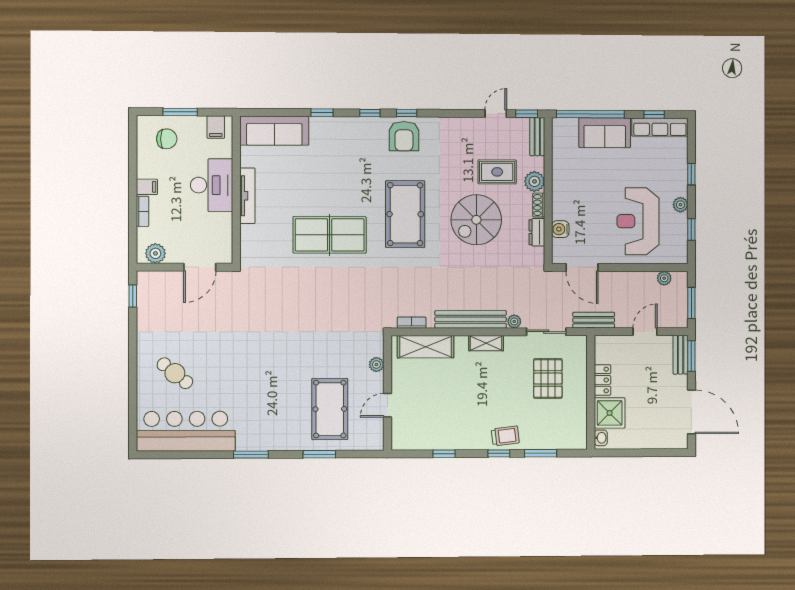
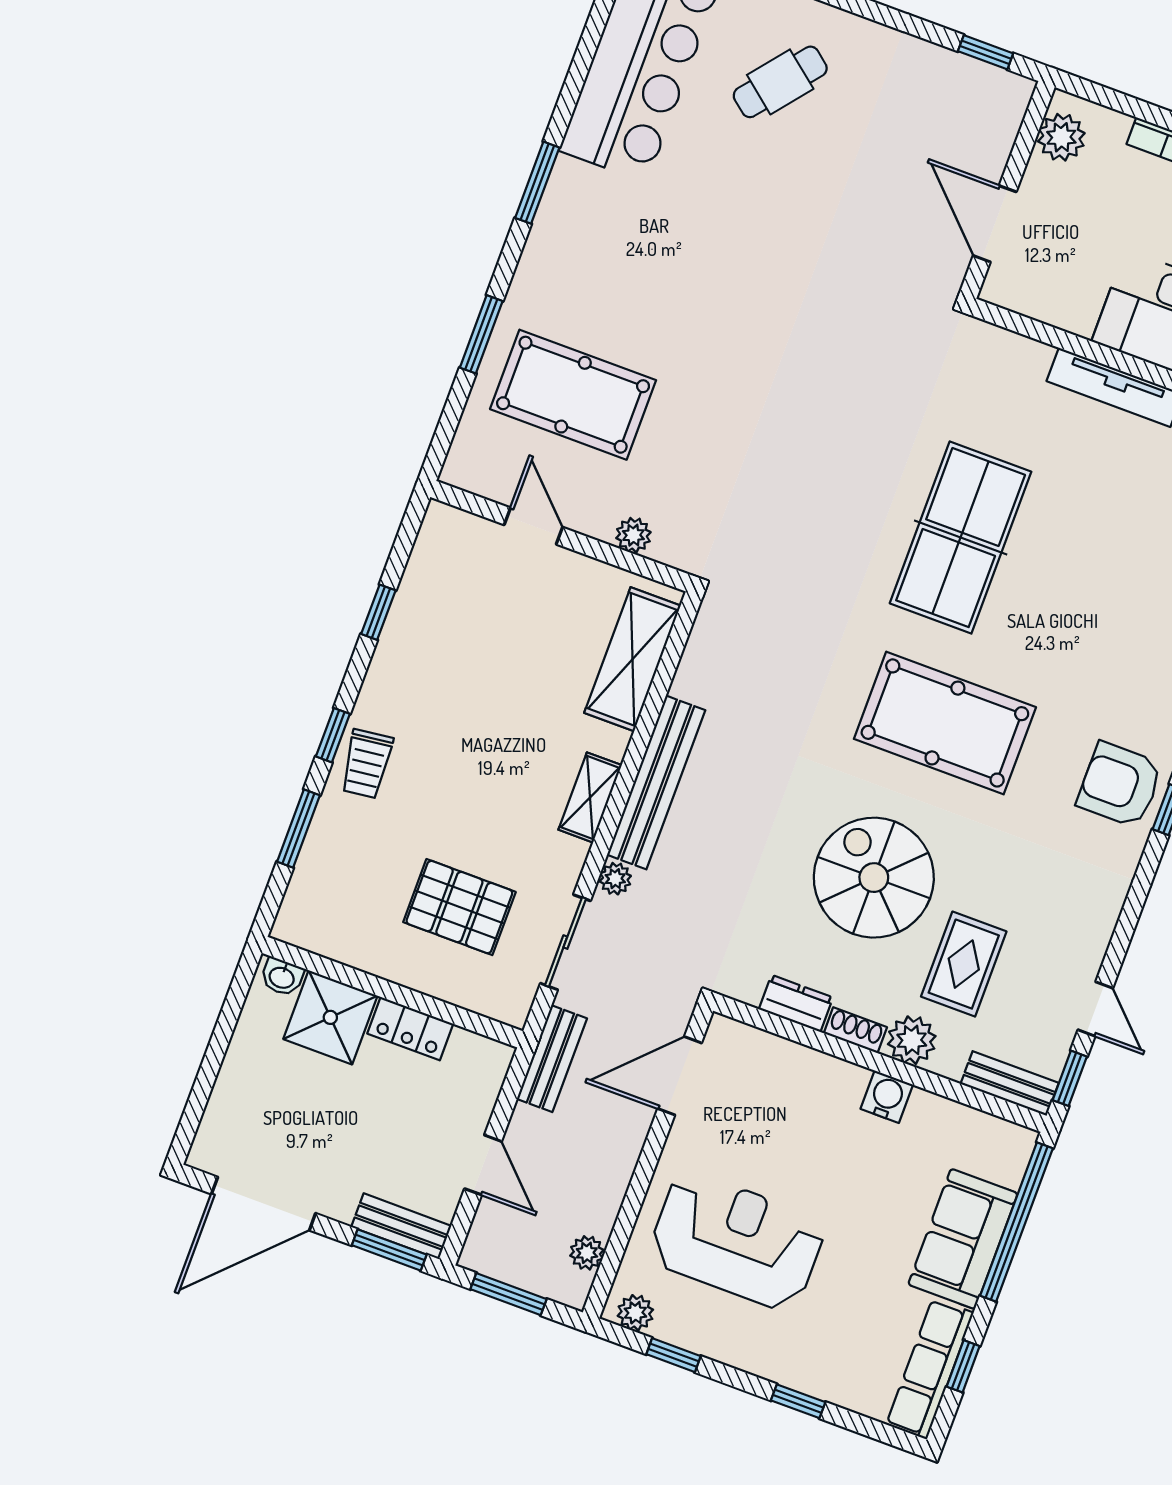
plant: (680, 205) -> (635, 1313), moved
water cooler: (560, 229) -> (887, 1097), moved
bookcase: (412, 323) -> (698, 648), removed

